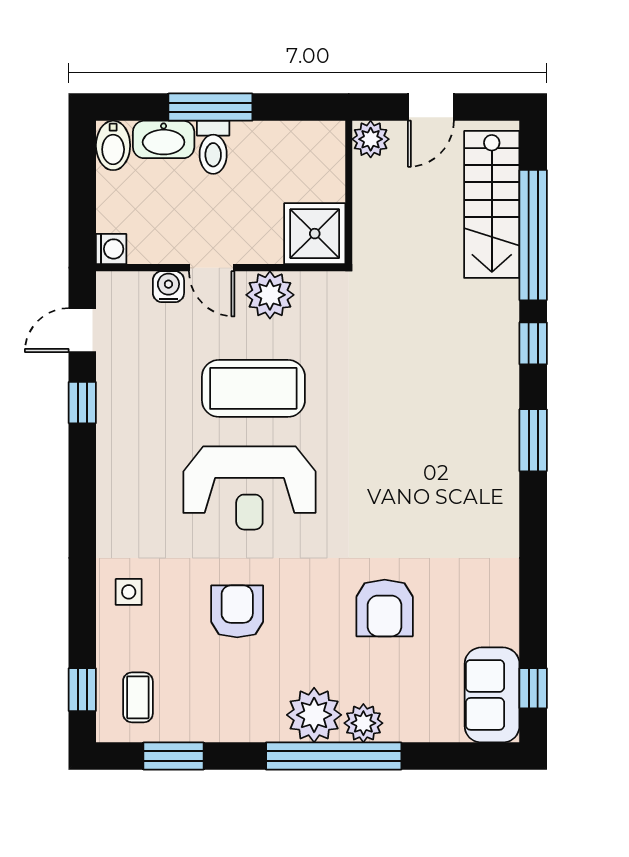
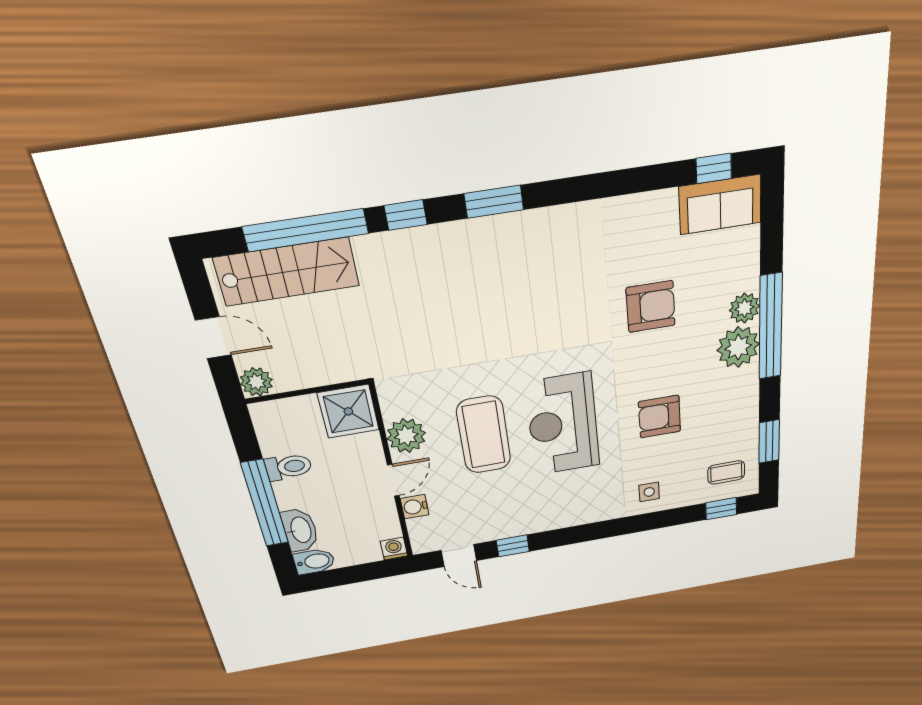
window: (210, 107) -> (265, 503), width x1.46
toilet: (213, 147) -> (288, 467), moved
reception desk: (249, 488) -> (563, 424), turned 180

